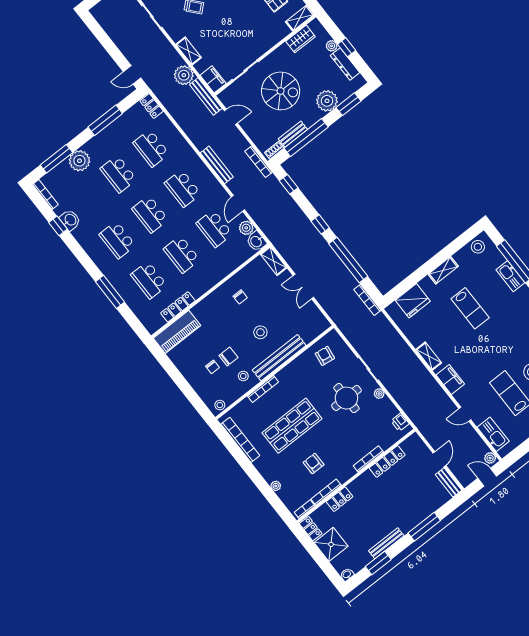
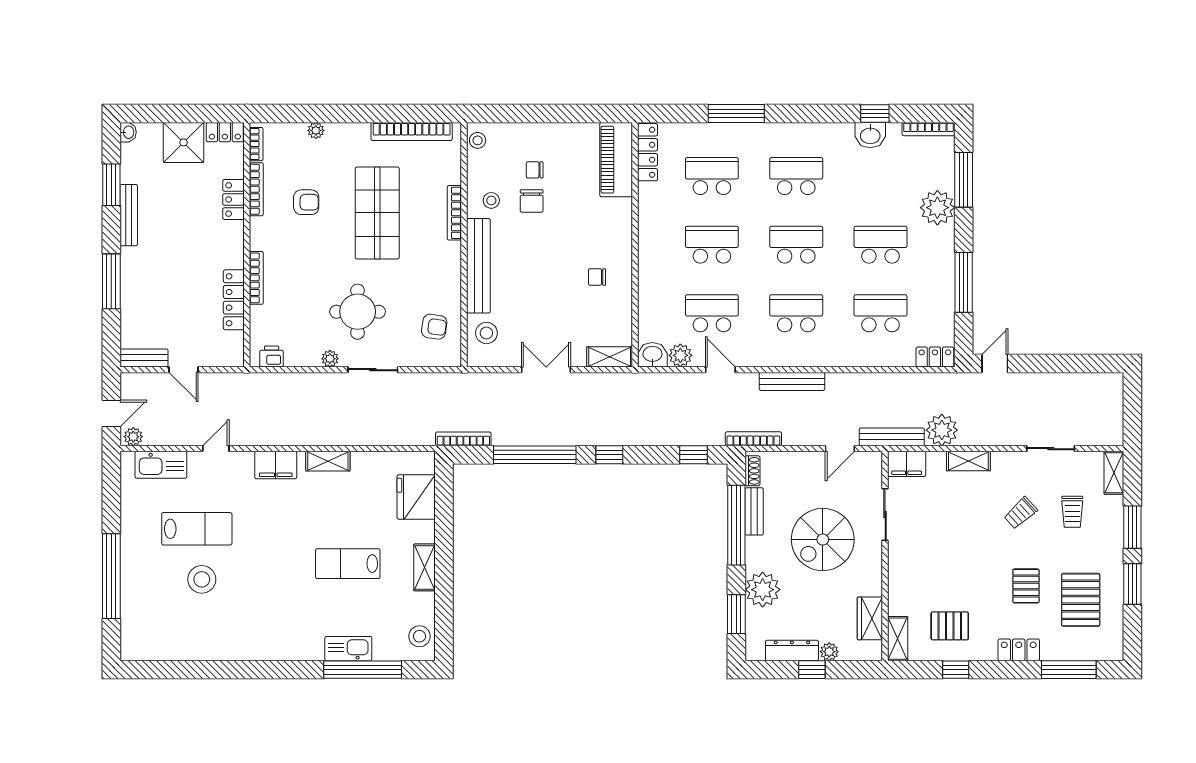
locker: (178, 307) -> (648, 152), moved
stool: (260, 332) -> (486, 333), moved

